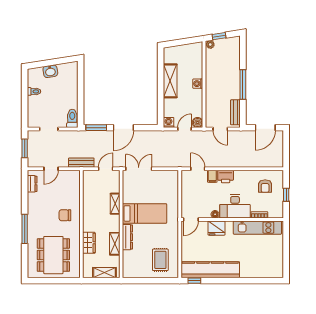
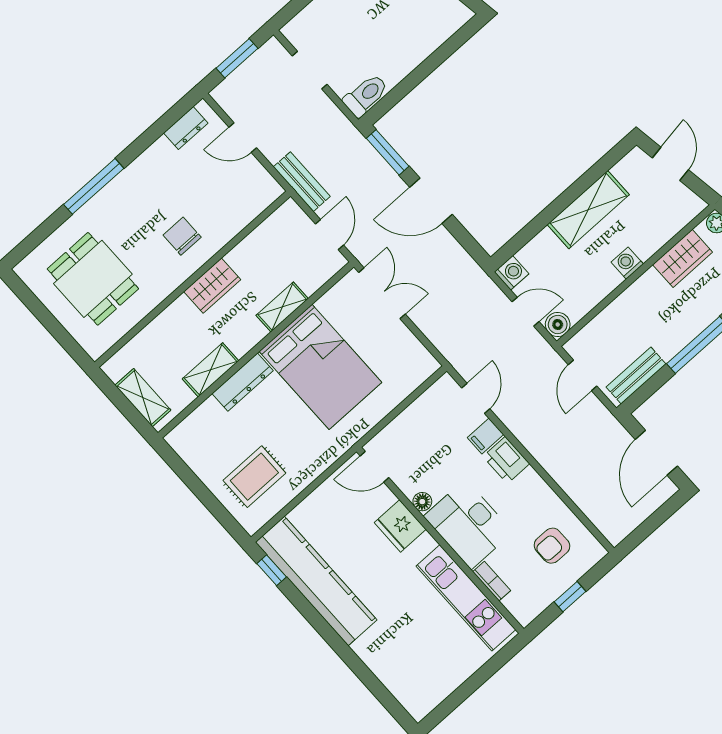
door: (179, 42) -> (670, 164), added
wardrobe: (212, 65) -> (683, 258), added
door: (265, 128) -> (656, 453), hinge flipped
door: (106, 169) -> (329, 235), hinge flipped
bed: (144, 213) -> (320, 367), width x1.50
wardrobe: (89, 243) -> (212, 286), moved
dining table: (53, 255) -> (93, 279), width x0.73

